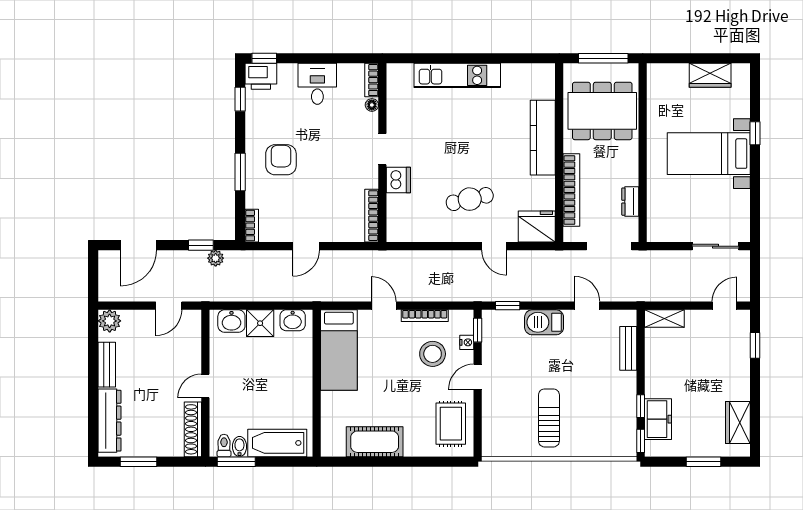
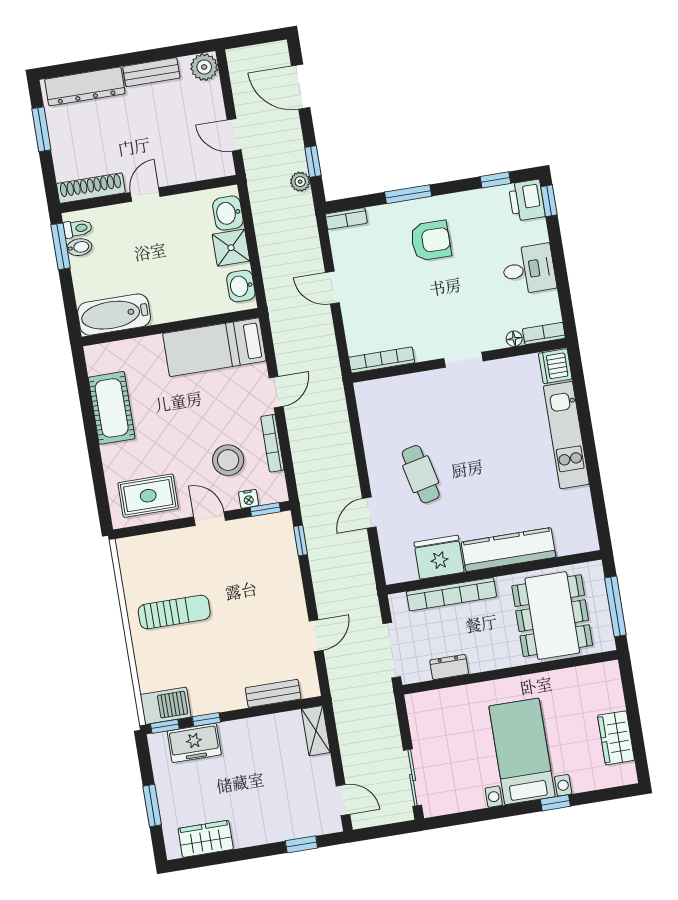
dishwasher: (398, 180) -> (555, 366), moved, turned 90
fridge: (537, 226) -> (439, 557), moved, turned -90
barbecue: (544, 322) -> (166, 706), moved, turned 90
door: (205, 386) -> (145, 195), hinge flipped
bathtub: (277, 443) -> (114, 315), moved, turned -90

